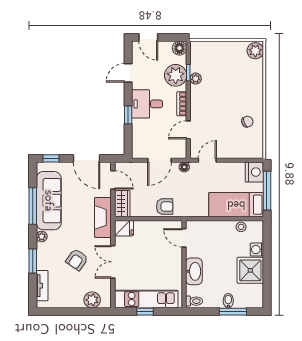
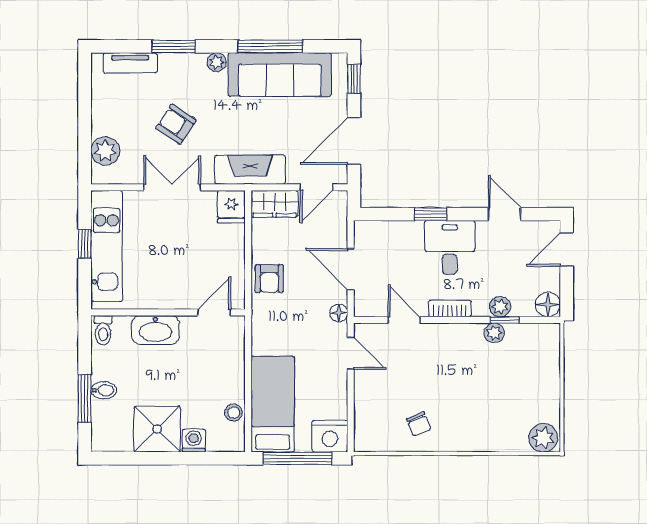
plant: (176, 75) -> (500, 307), width x0.53, depth x0.53

